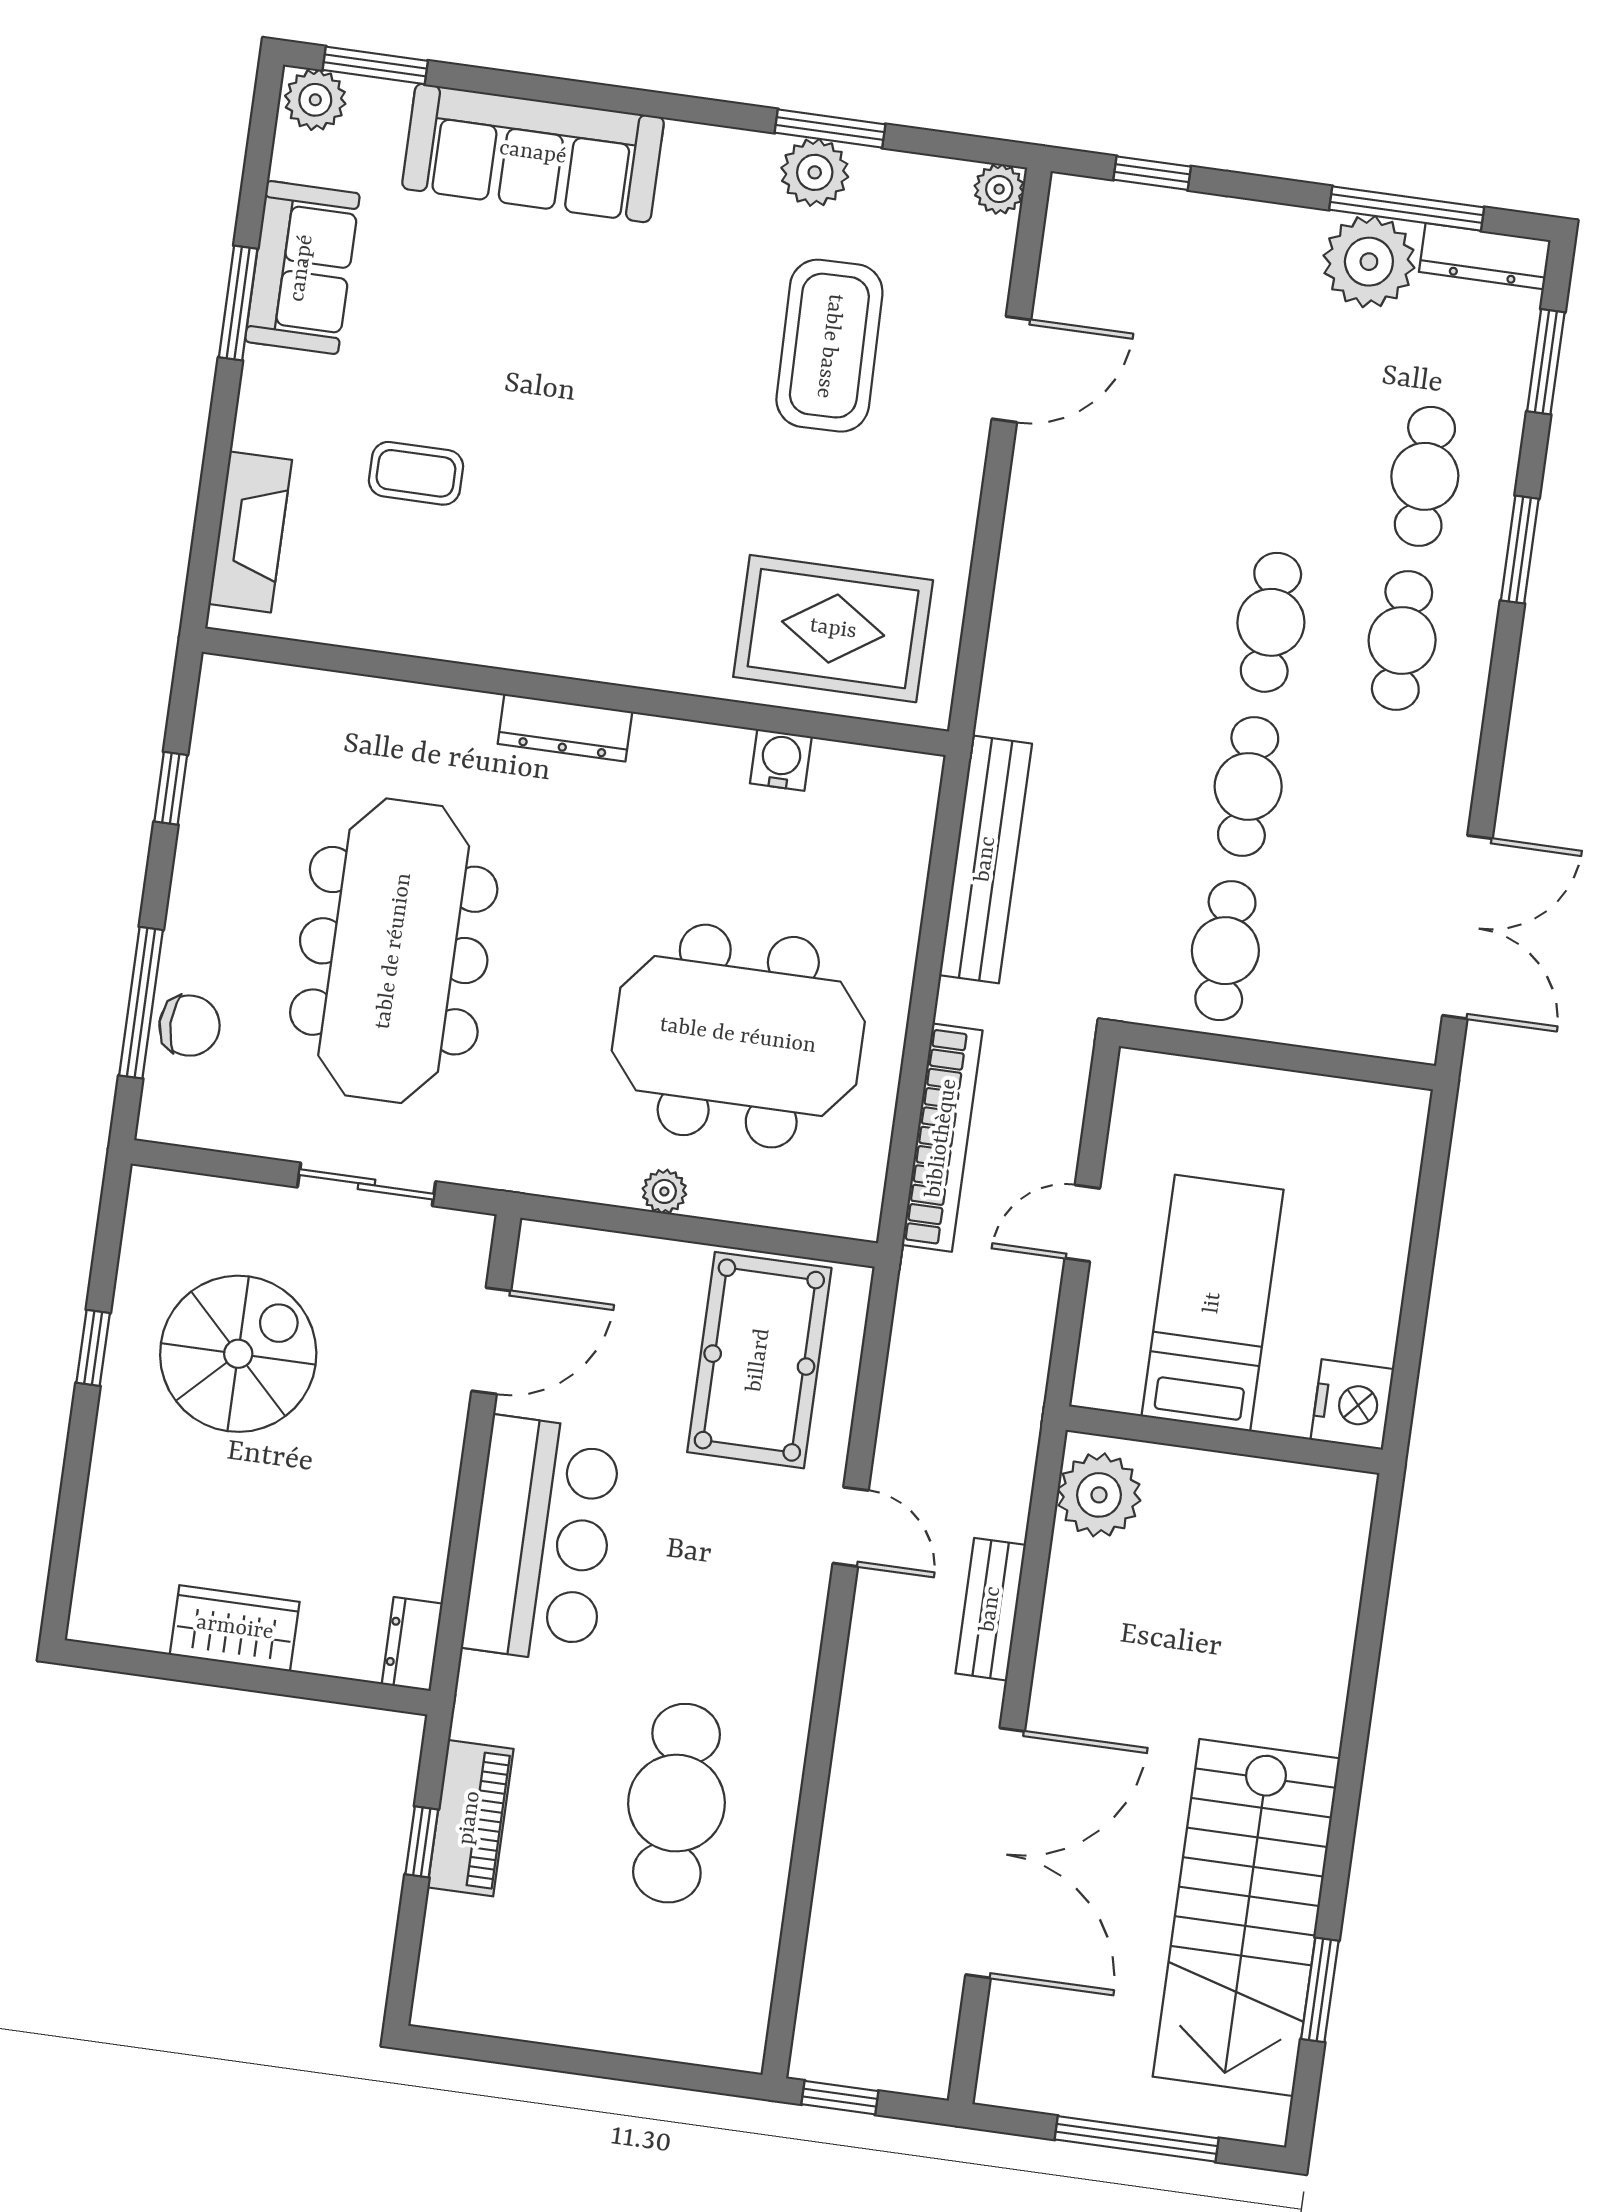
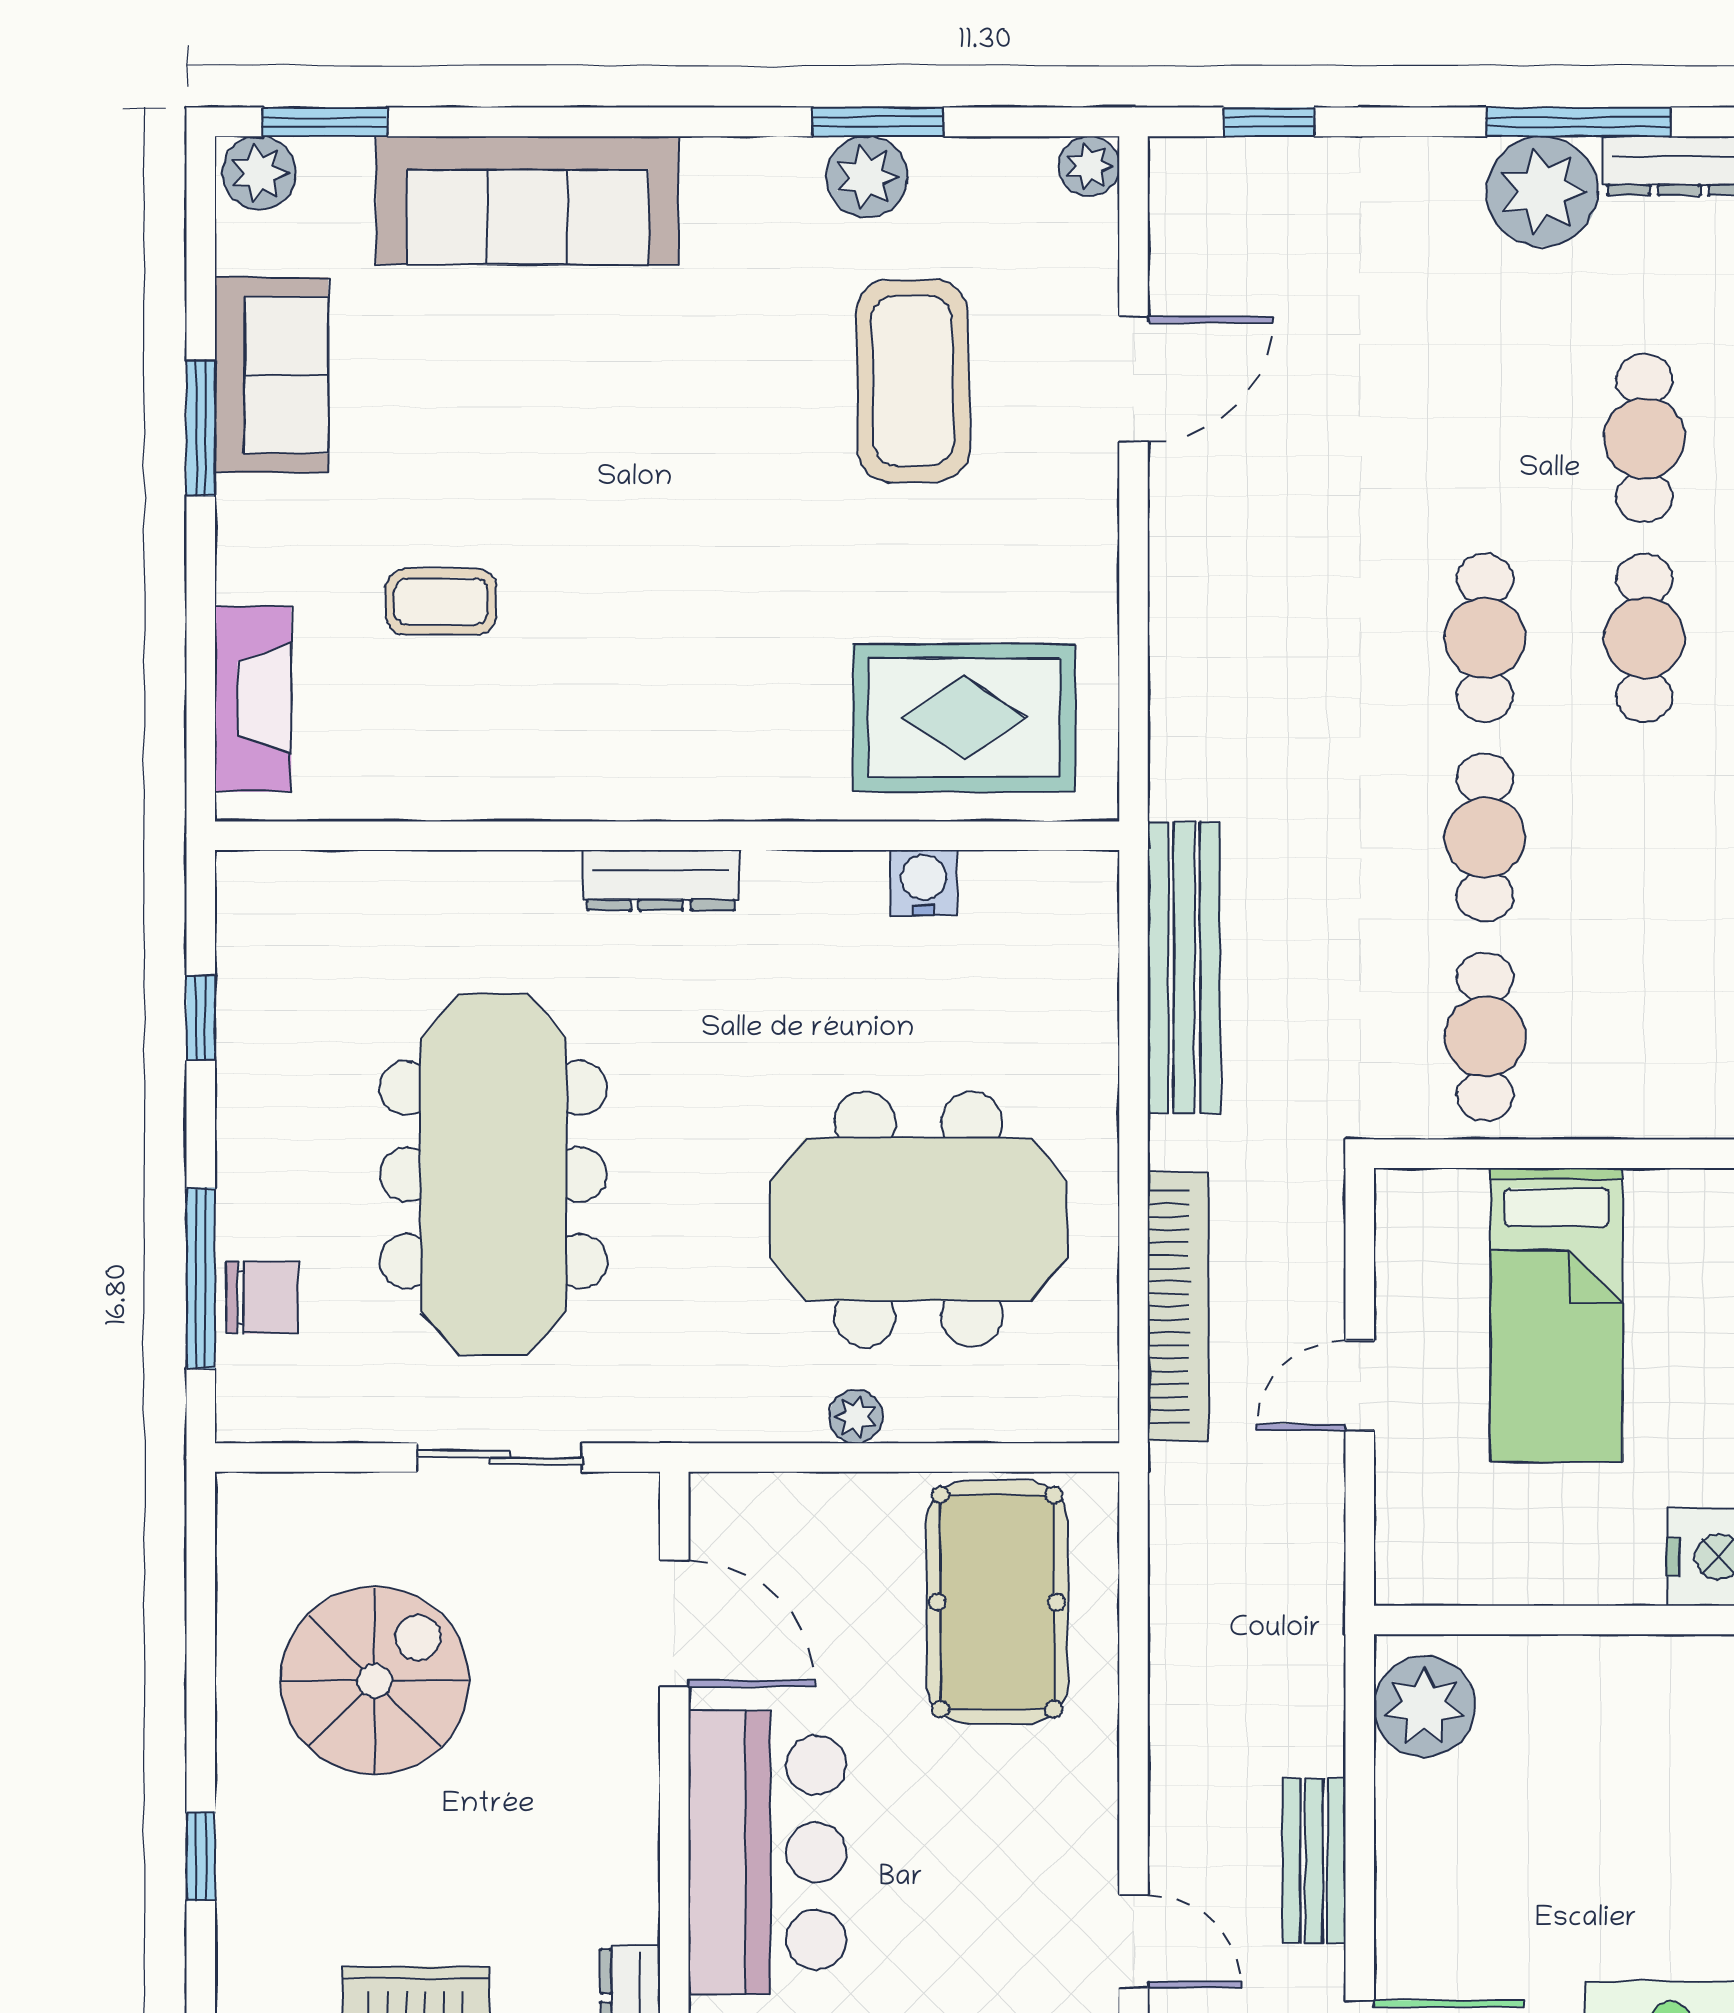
bed: (1213, 1303) -> (1557, 1315), moved, turned 180
door: (491, 1341) -> (674, 1624), hinge flipped
window: (93, 1348) -> (201, 1856), moved
door: (851, 1527) -> (1134, 1941), moved

